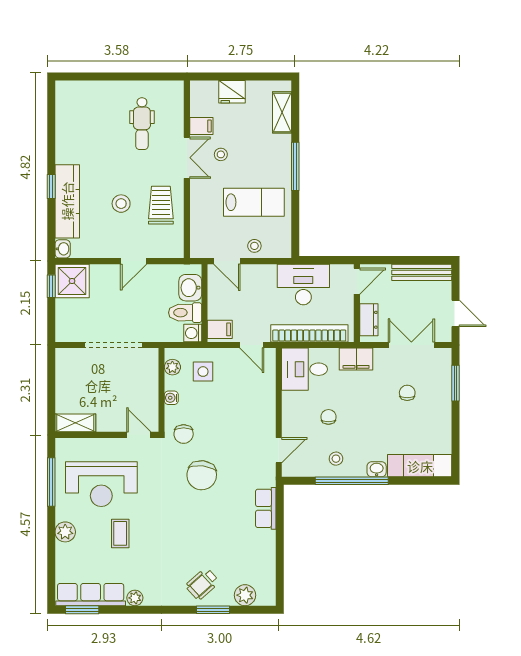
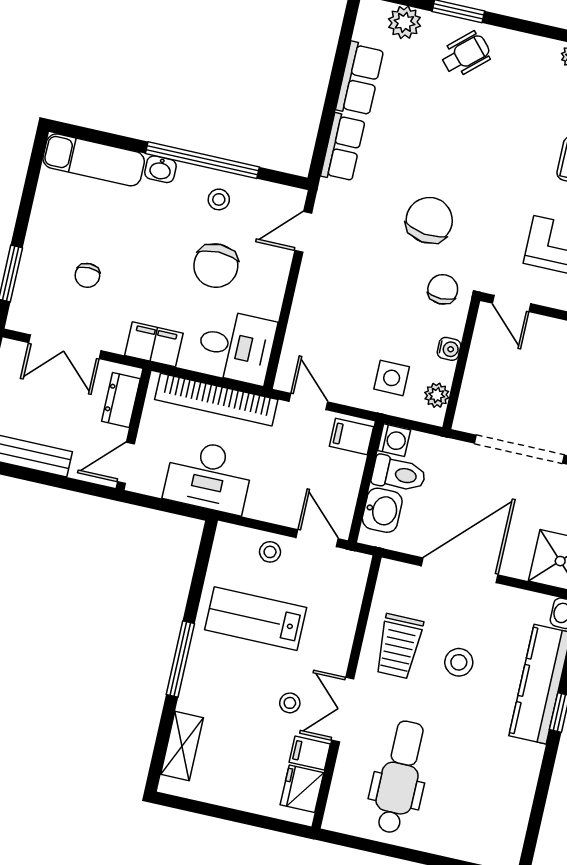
fridge: (232, 92) -> (302, 789), moved, turned -90
dental chair: (142, 124) -> (399, 777), width x1.36, depth x1.38
door: (133, 261) -> (460, 570), width x1.87
chair: (328, 417) -> (216, 266), width x1.87, depth x1.87
row of seats: (265, 554) -> (360, 79), added

